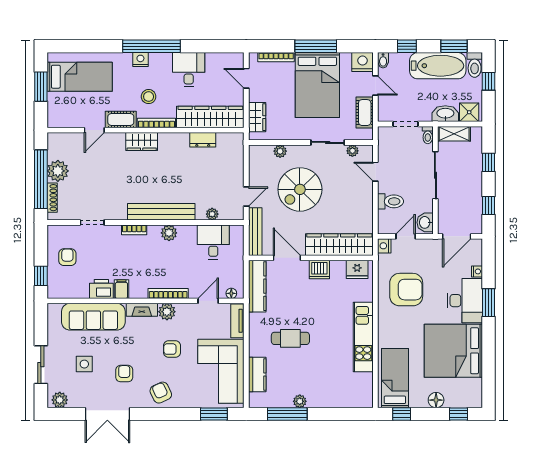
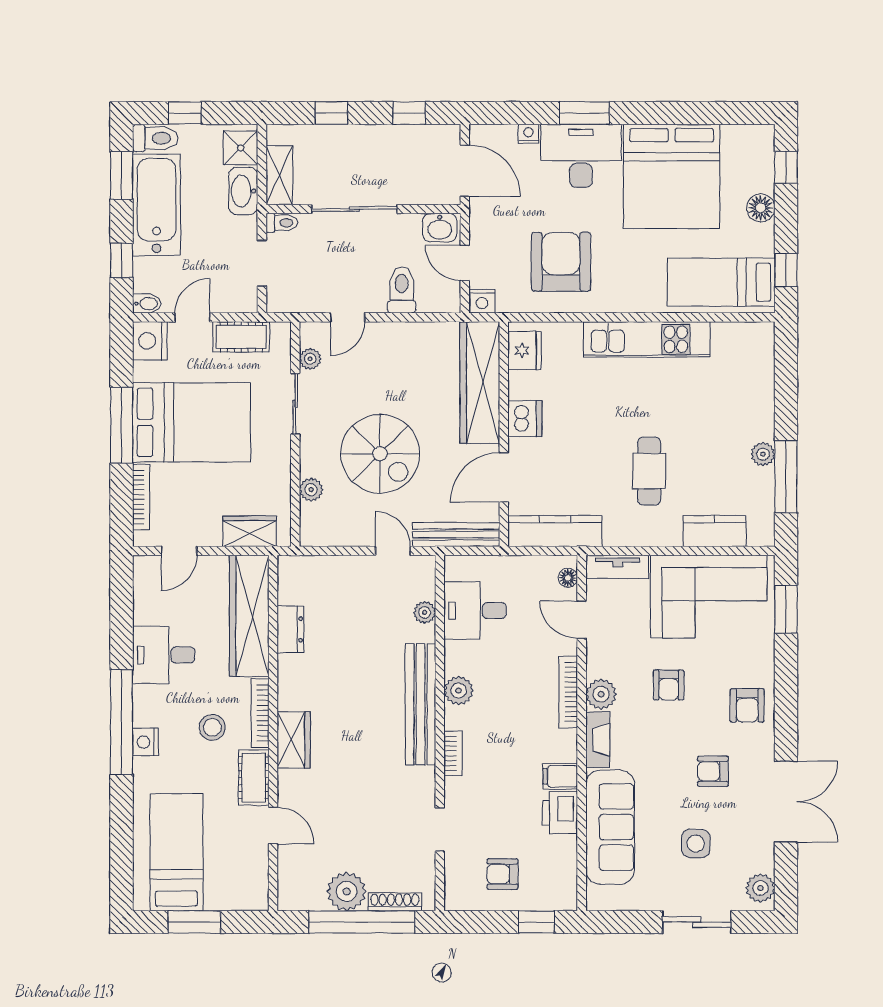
armchair: (161, 393) -> (747, 705), turned -65

